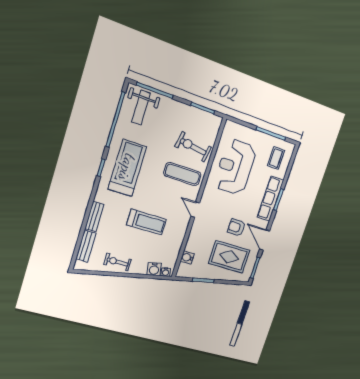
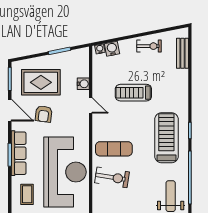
reception desk: (235, 167) -> (65, 172), width x1.36, depth x1.30
treadmill: (127, 168) -> (166, 138), turned 180
door: (195, 210) -> (91, 105), moved
bench: (94, 217) -> (183, 83), removed
armchair: (236, 227) -> (44, 114), turned 97
water cooler: (187, 257) -> (83, 84), moved

